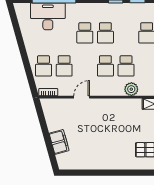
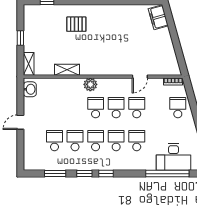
school desk: (126, 33) -> (96, 141), added
school desk: (64, 66) -> (137, 108), moved
filing cabinet: (59, 142) -> (158, 17), moved

